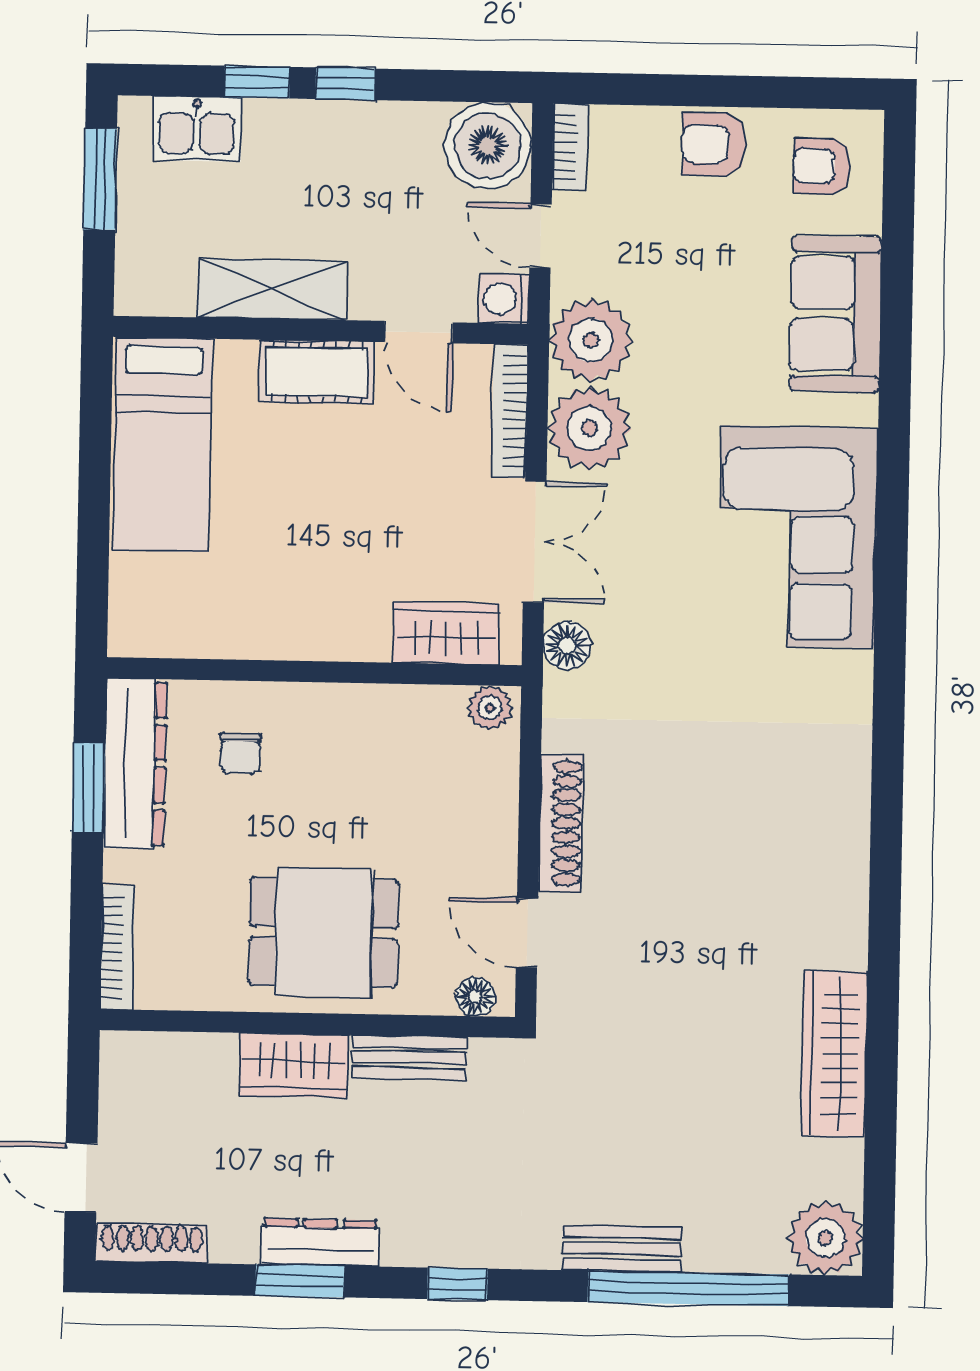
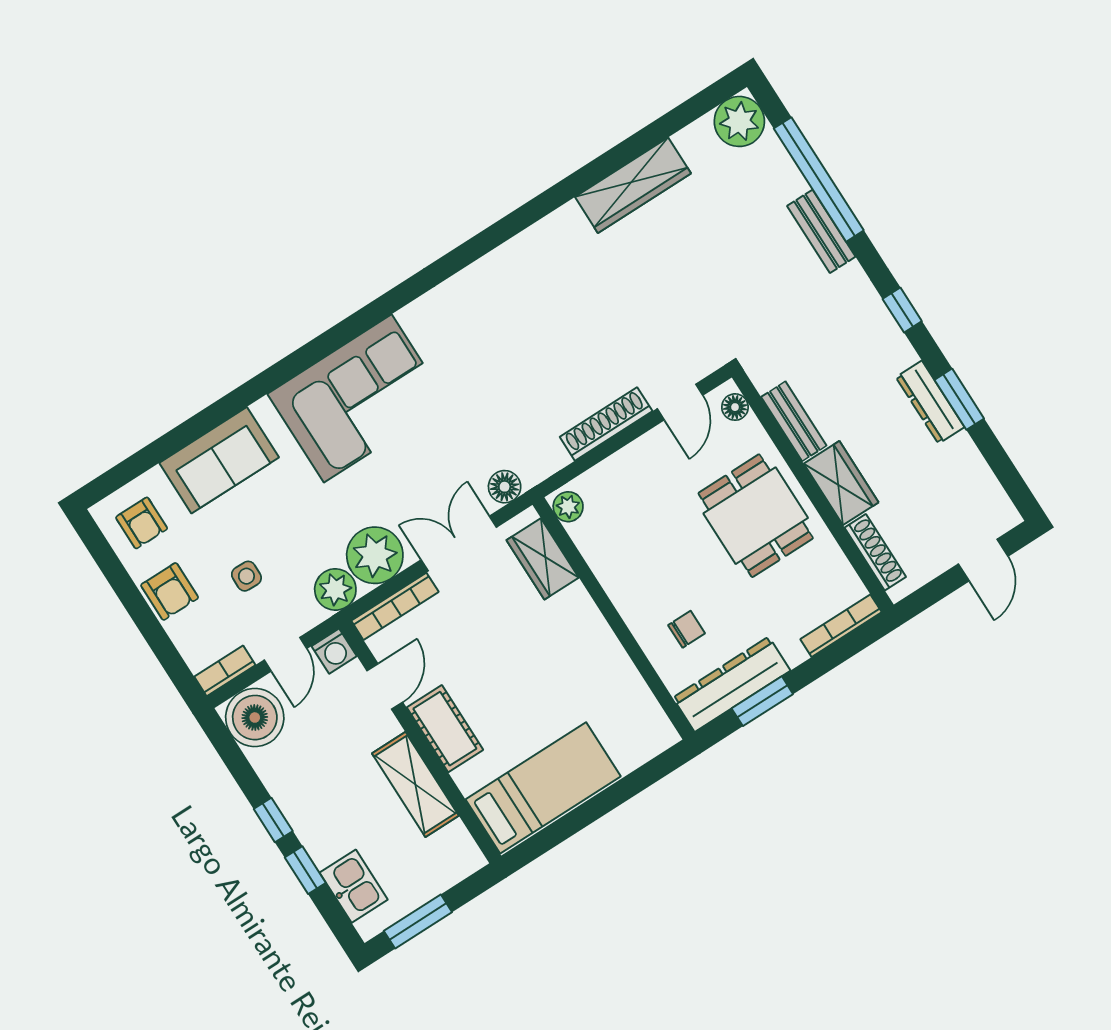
side table: (670, 252) -> (246, 576), added
plant: (591, 340) -> (335, 589), width x0.73, depth x0.73
shoe rack: (152, 1243) -> (875, 552), moved, turned 180

